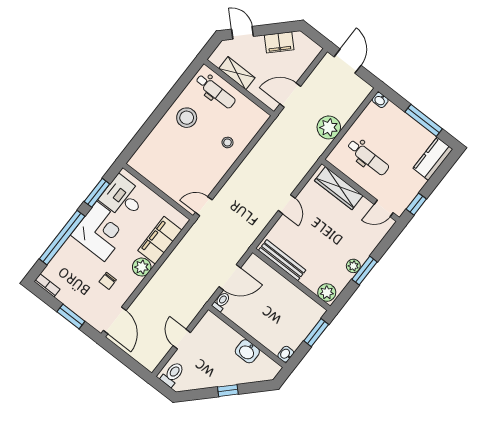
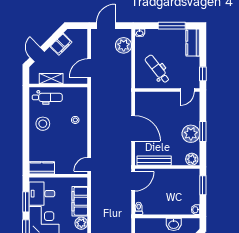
door: (242, 33) -> (37, 54), hinge flipped
door: (348, 61) -> (106, 26), hinge flipped
plant: (329, 127) -> (124, 45), moved
dental chair: (368, 157) -> (157, 69), turned -128
kitchen counter: (146, 168) -> (42, 168), added
wardrobe: (339, 188) -> (154, 98), removed
door: (287, 204) -> (133, 128), width x1.87
plant: (353, 266) -> (191, 134), width x1.88, depth x1.88
door: (230, 277) -> (133, 181), moved

